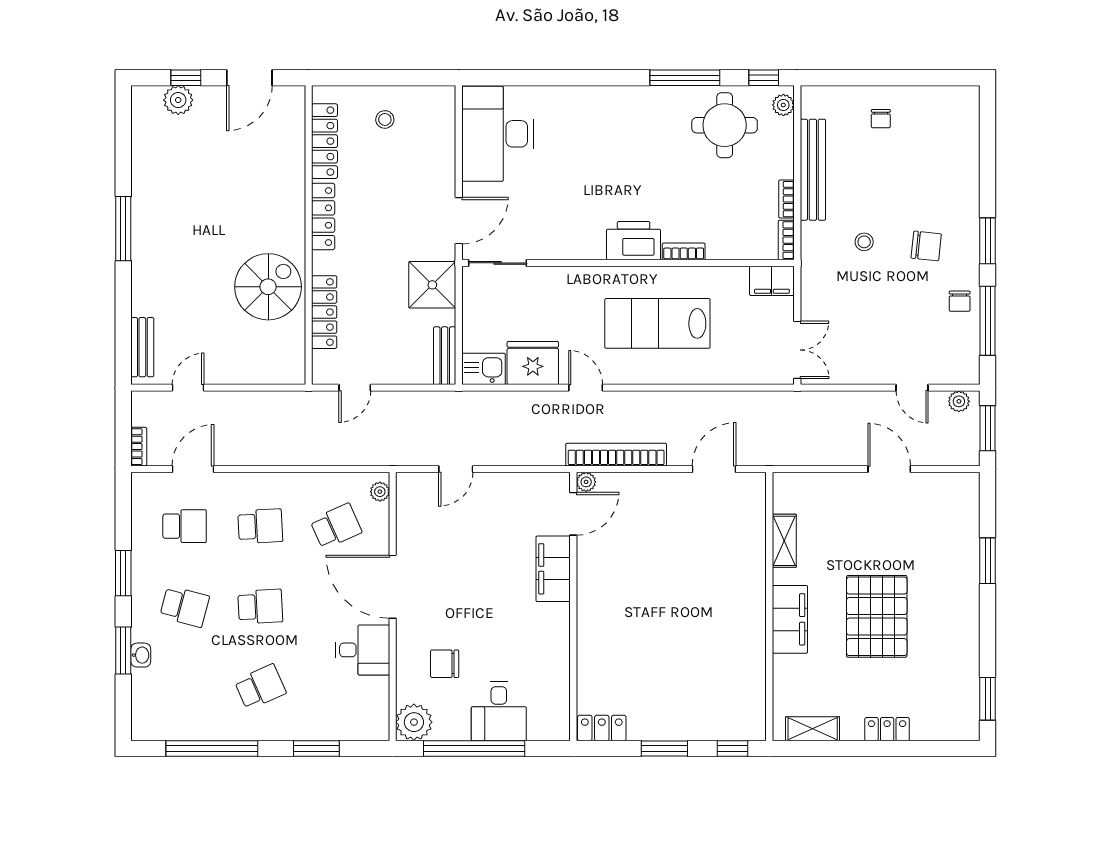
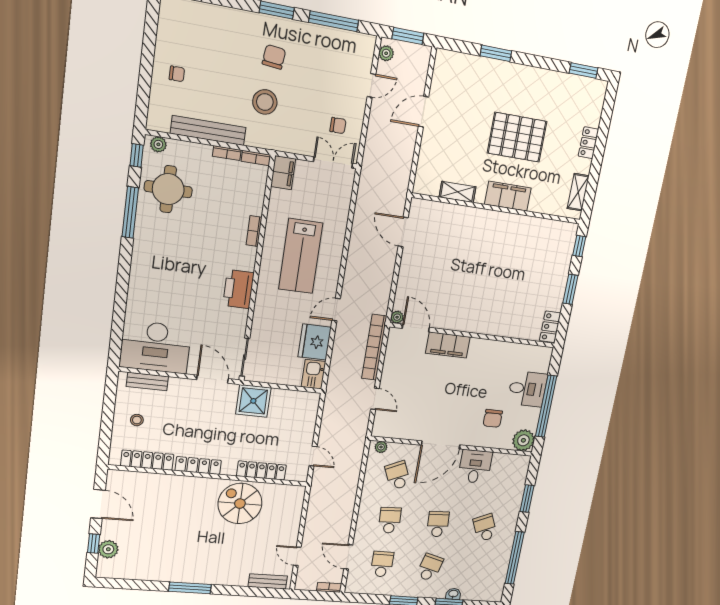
printer: (634, 241) -> (239, 289), moved
stool: (864, 242) -> (265, 102), width x1.89, depth x1.89
chair: (960, 301) -> (338, 126), moved
bench: (445, 356) -> (147, 382), moved
bookcase: (616, 455) -> (374, 347), moved

